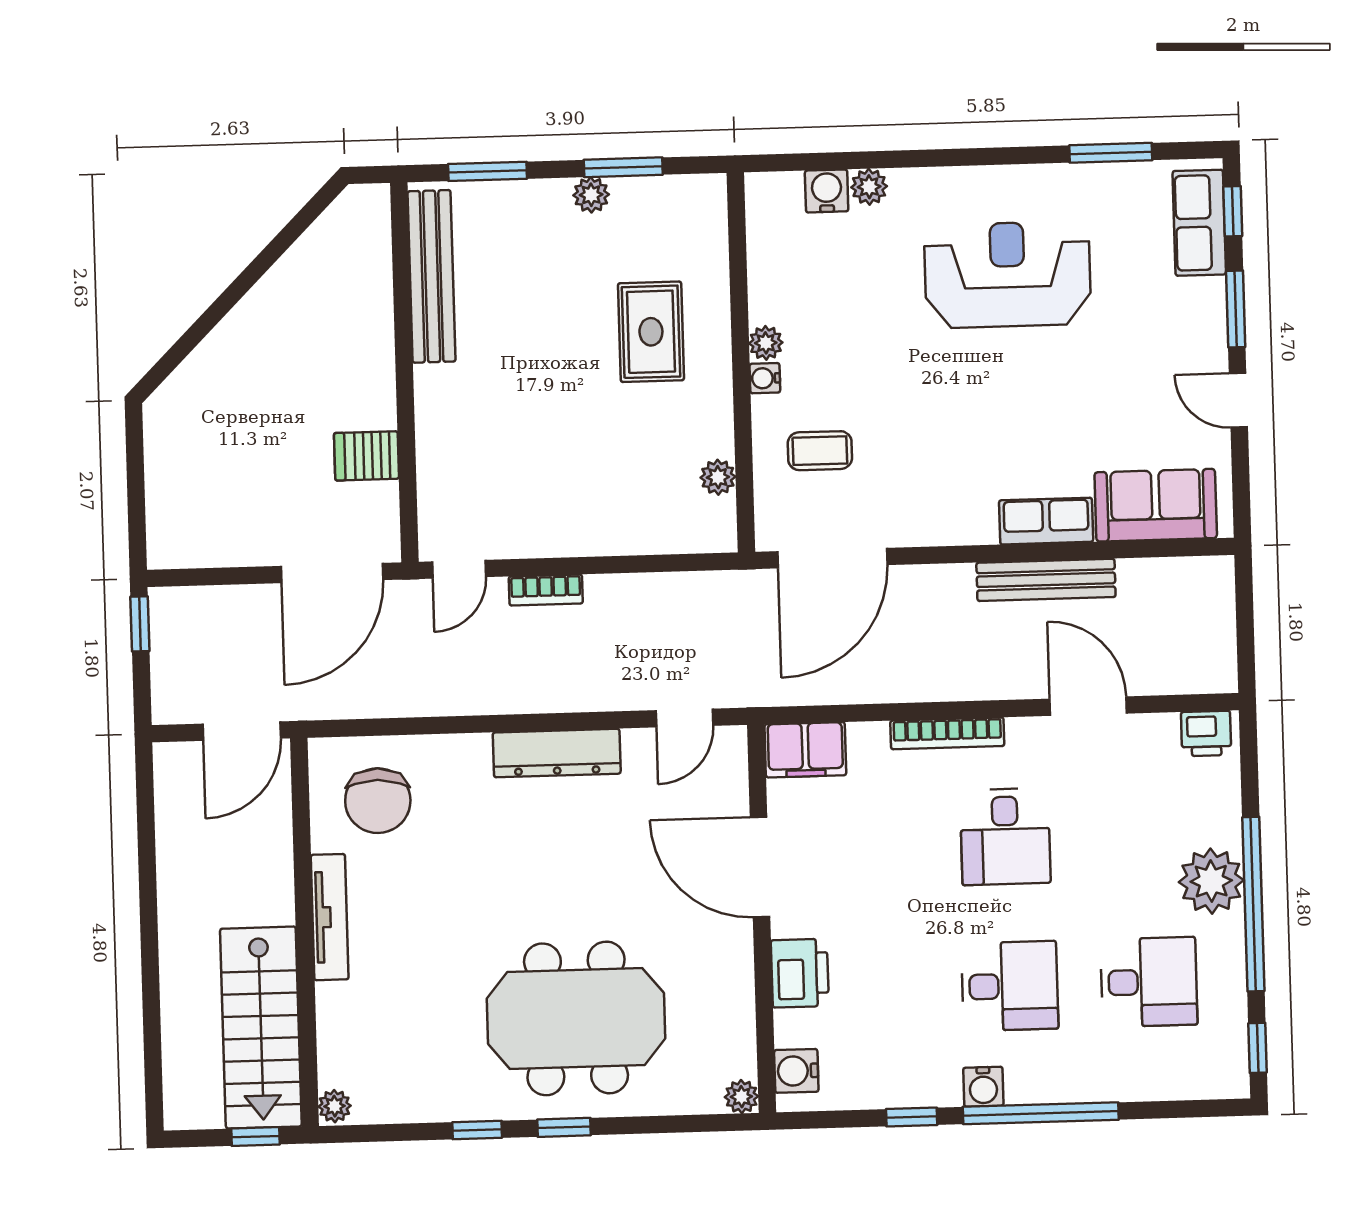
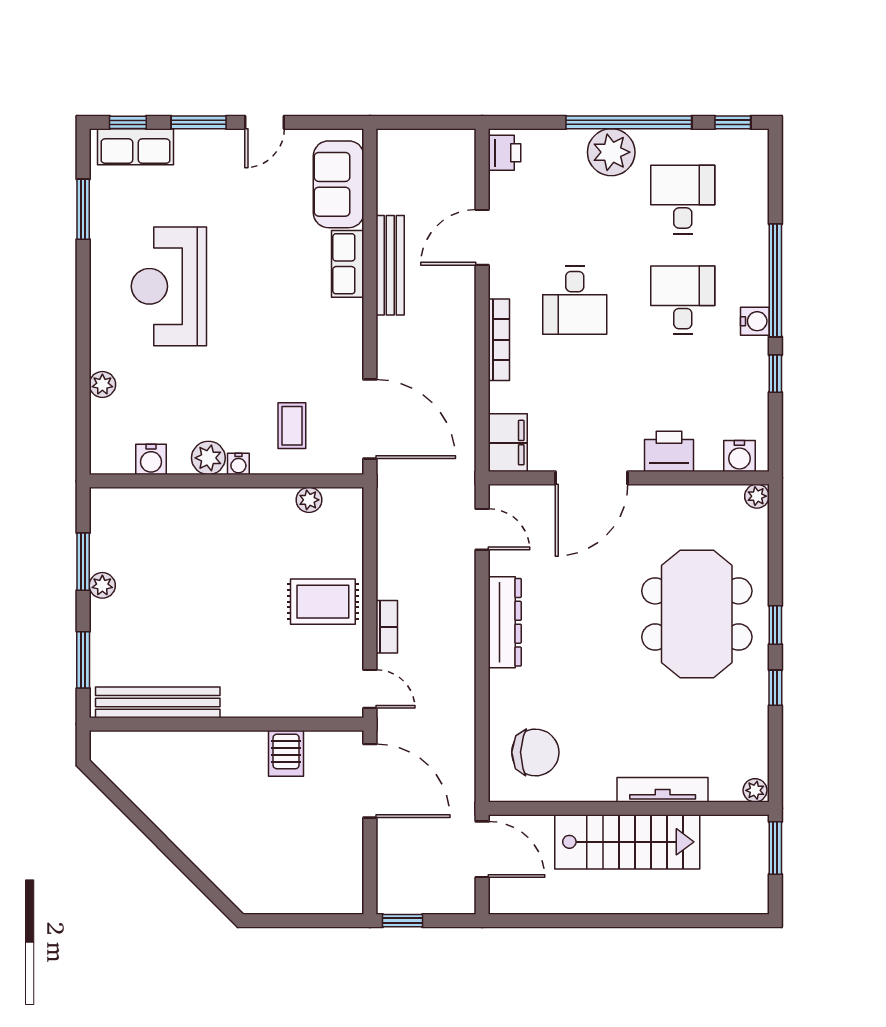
water cooler: (827, 191) -> (151, 459), moved, turned -90
rug: (651, 332) -> (323, 602), moved
plant: (766, 343) -> (208, 458), width x1.38, depth x1.38
desk: (1005, 837) -> (575, 300), turned 90
tv unit: (330, 917) -> (663, 790), moved
stairs: (261, 1028) -> (627, 842), moved
window: (256, 1137) -> (775, 848), width x1.50

